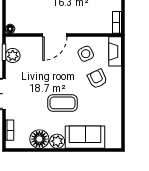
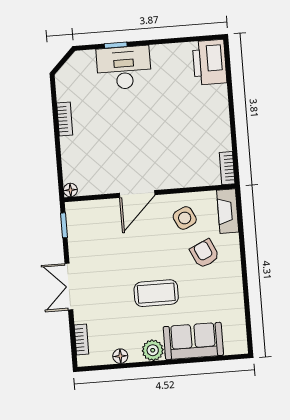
plant: (13, 56) -> (77, 229), removed
floor lamp: (39, 139) -> (120, 356), width x0.53, depth x0.53

